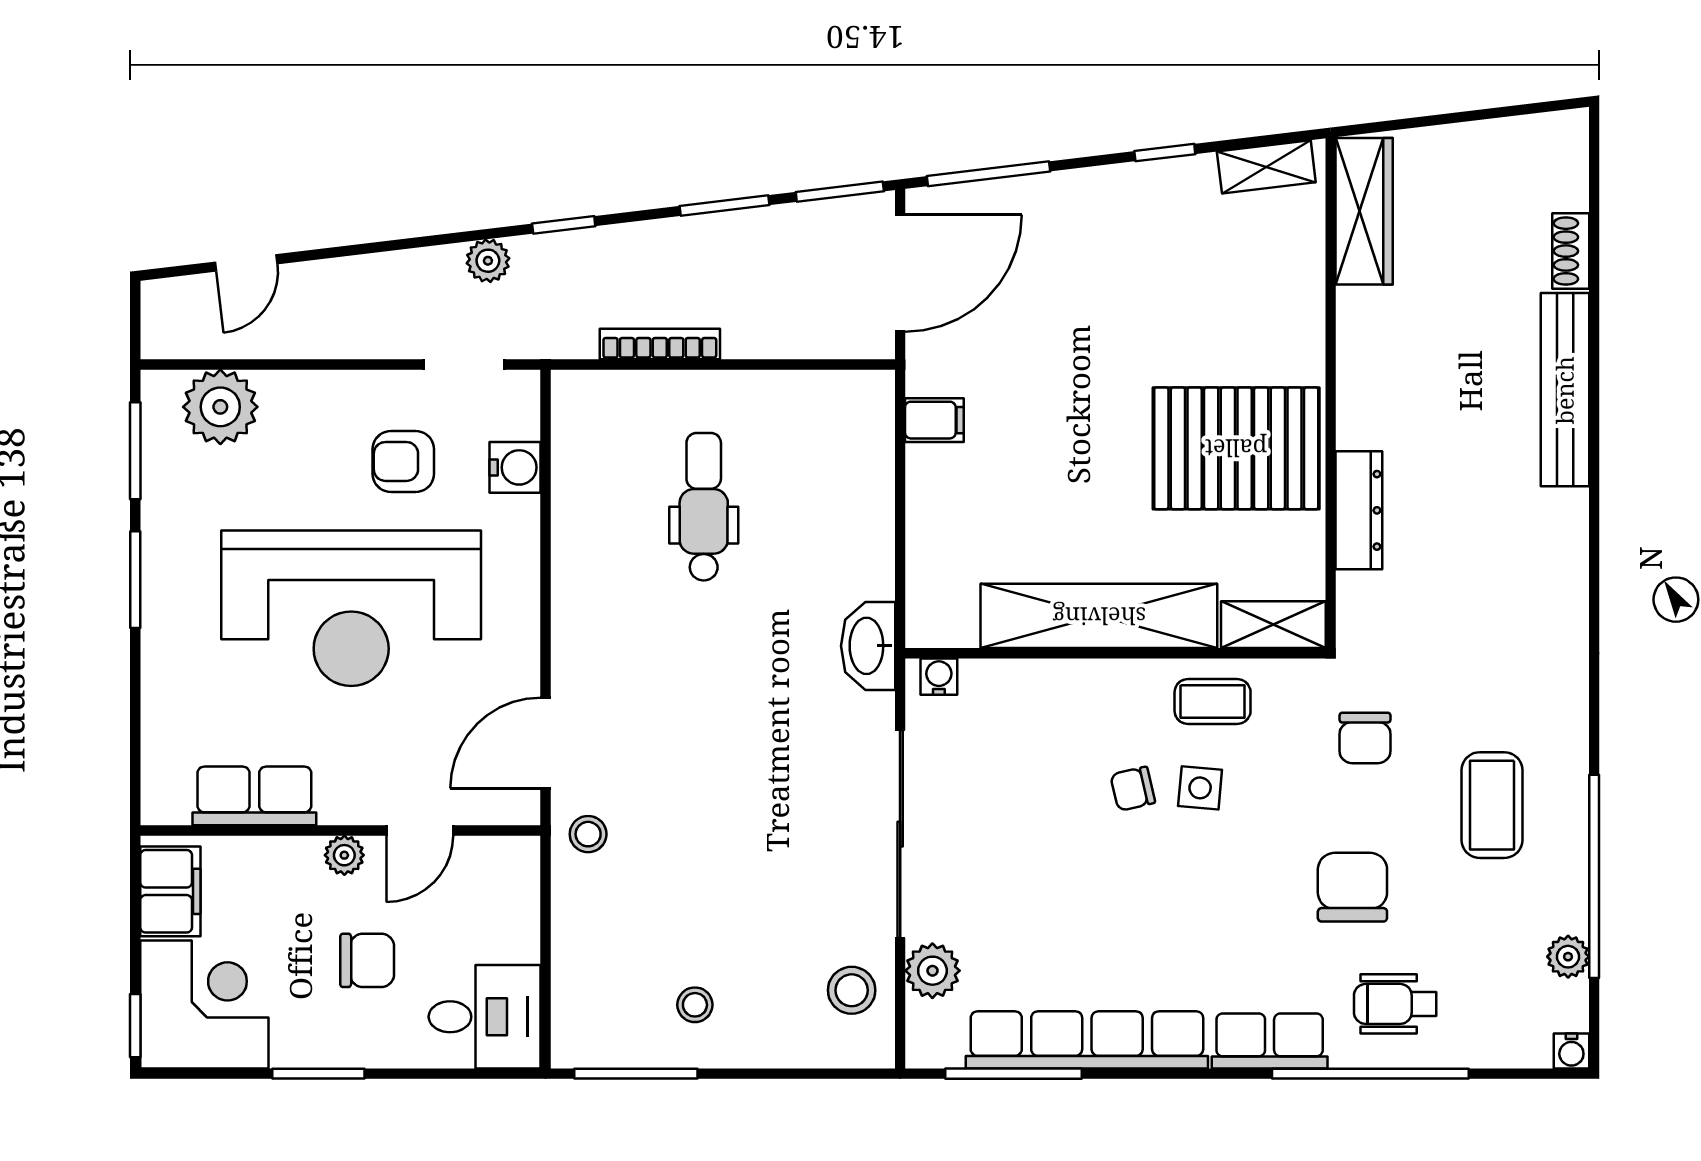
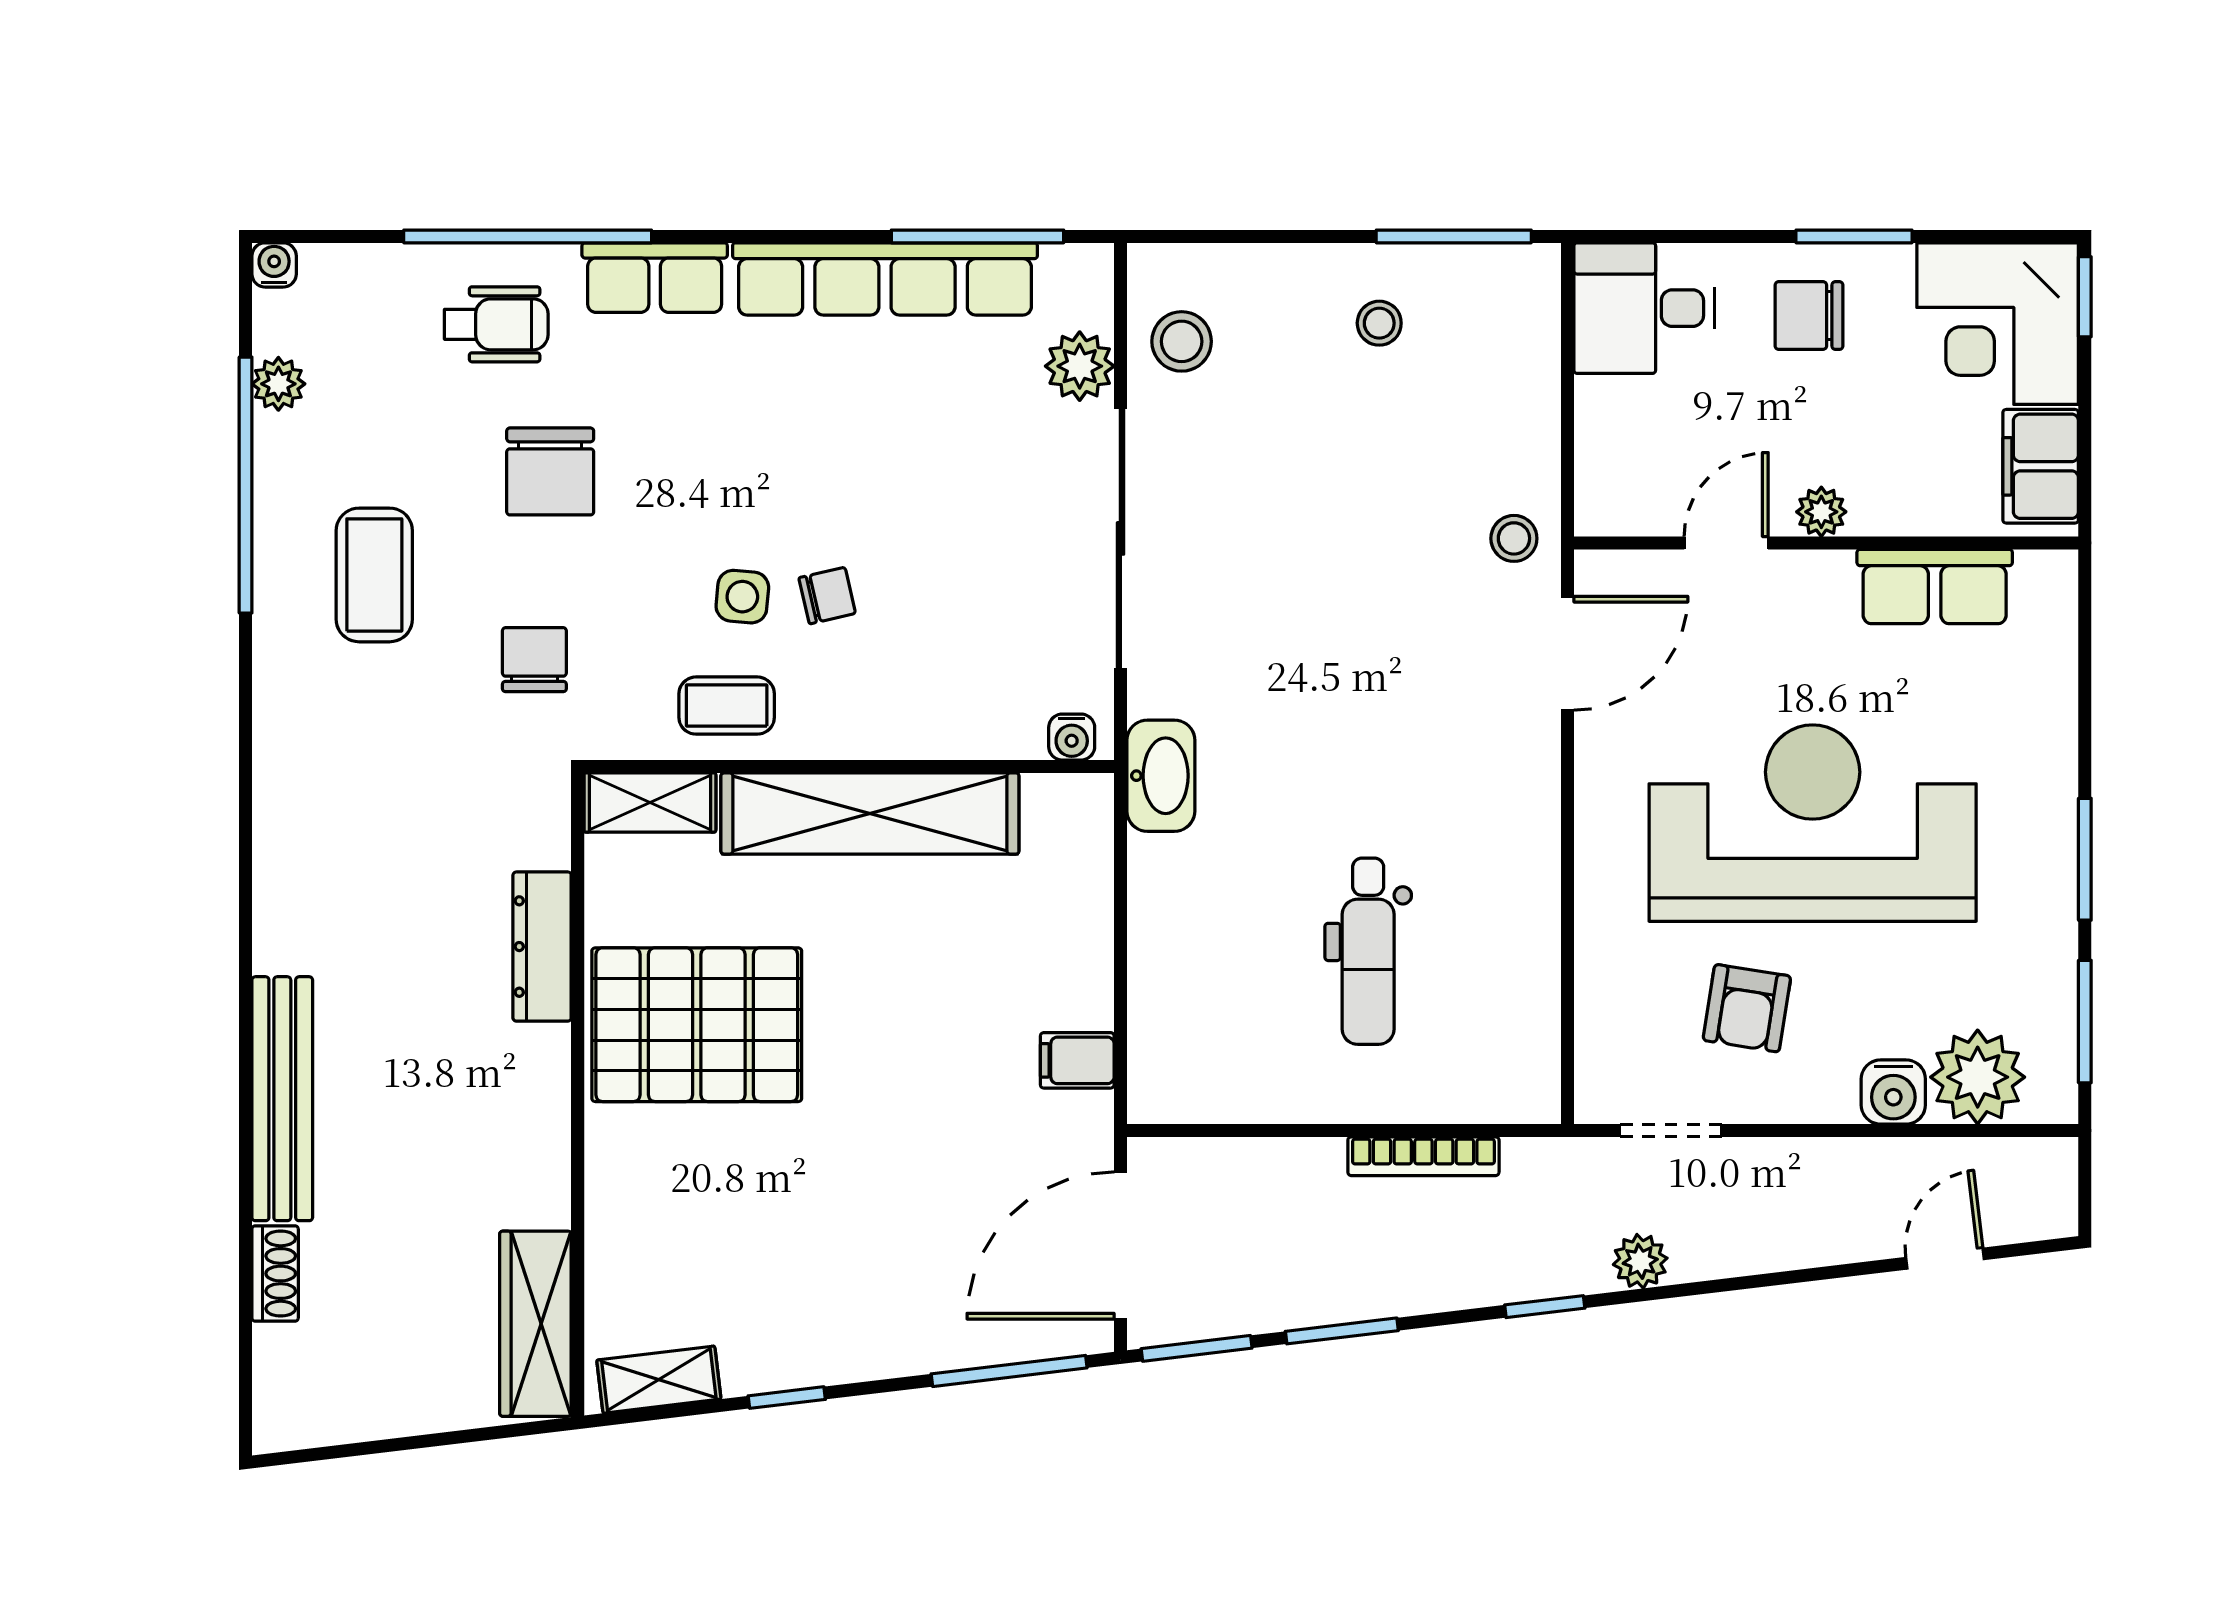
armchair: (403, 461) -> (1747, 1008), turned 99
water cooler: (515, 467) -> (1893, 1092), moved, turned -90
chair: (367, 960) -> (1809, 316), moved

